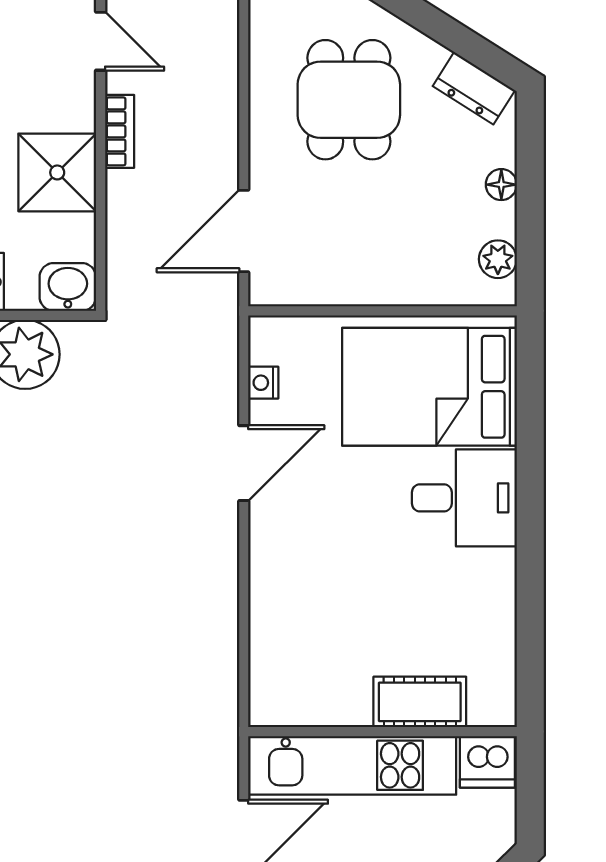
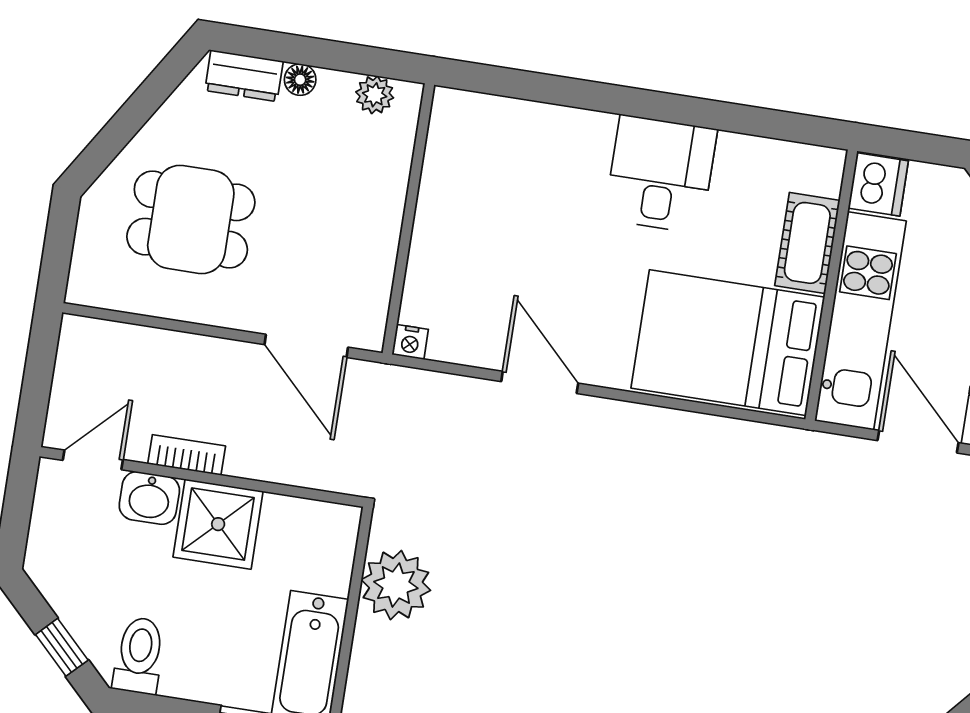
dresser: (474, 88) -> (244, 76), moved, turned 58
washbasin: (68, 287) -> (149, 498), moved, turned -90
nightstand: (263, 383) -> (410, 342), moved
bed: (429, 387) -> (728, 343), moved, turned 90
desk: (464, 498) -> (661, 174), moved

